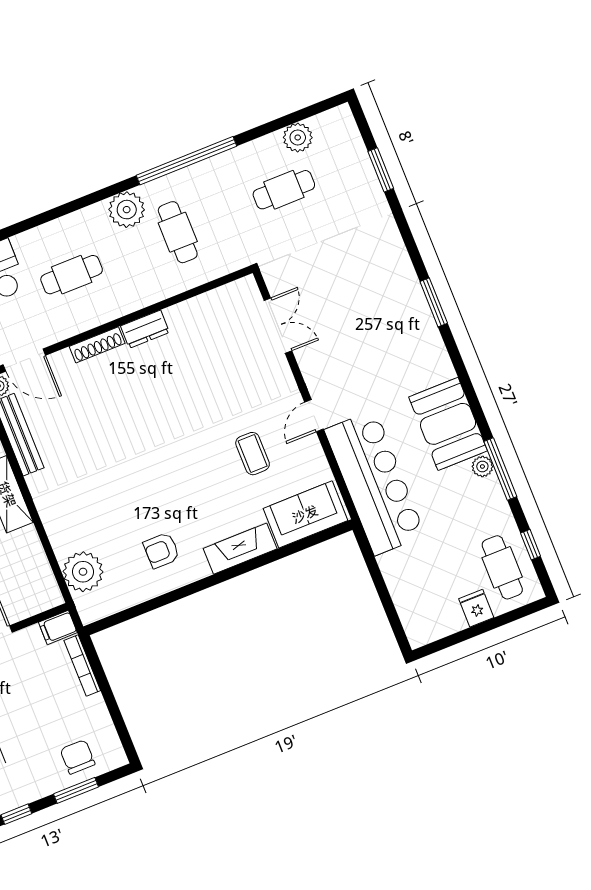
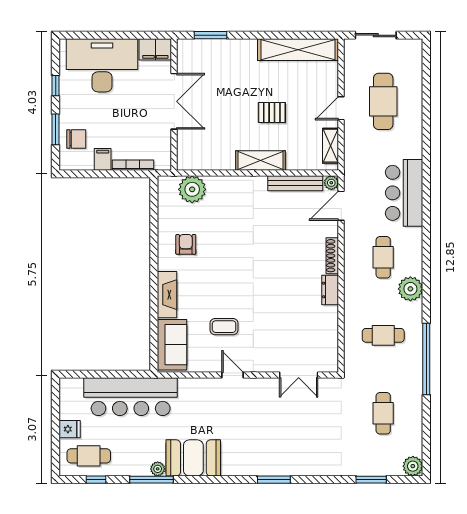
plant: (298, 137) -> (413, 466), moved
plant: (127, 210) -> (410, 289), moved
bar counter: (375, 483) -> (131, 397), moved
filing cabinet: (58, 627) -> (103, 159), moved

